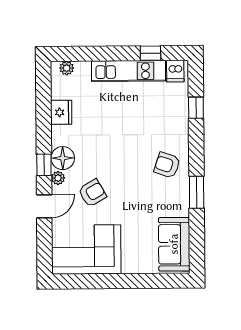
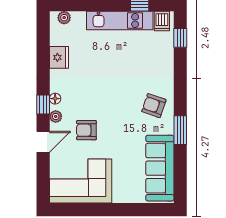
window: (196, 108) -> (180, 38), moved
floor lamp: (63, 158) -> (55, 99), width x0.53, depth x0.53
armchair: (92, 193) -> (86, 130), turned -150
sofa: (174, 244) -> (160, 168), width x1.36

